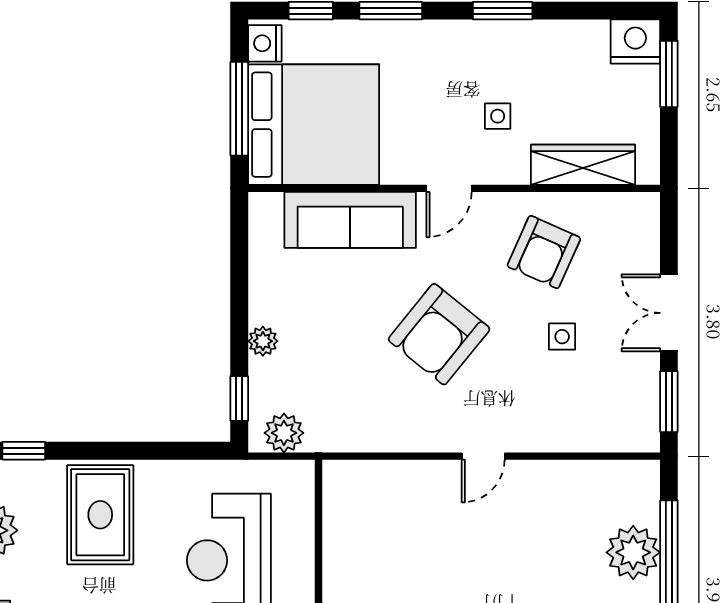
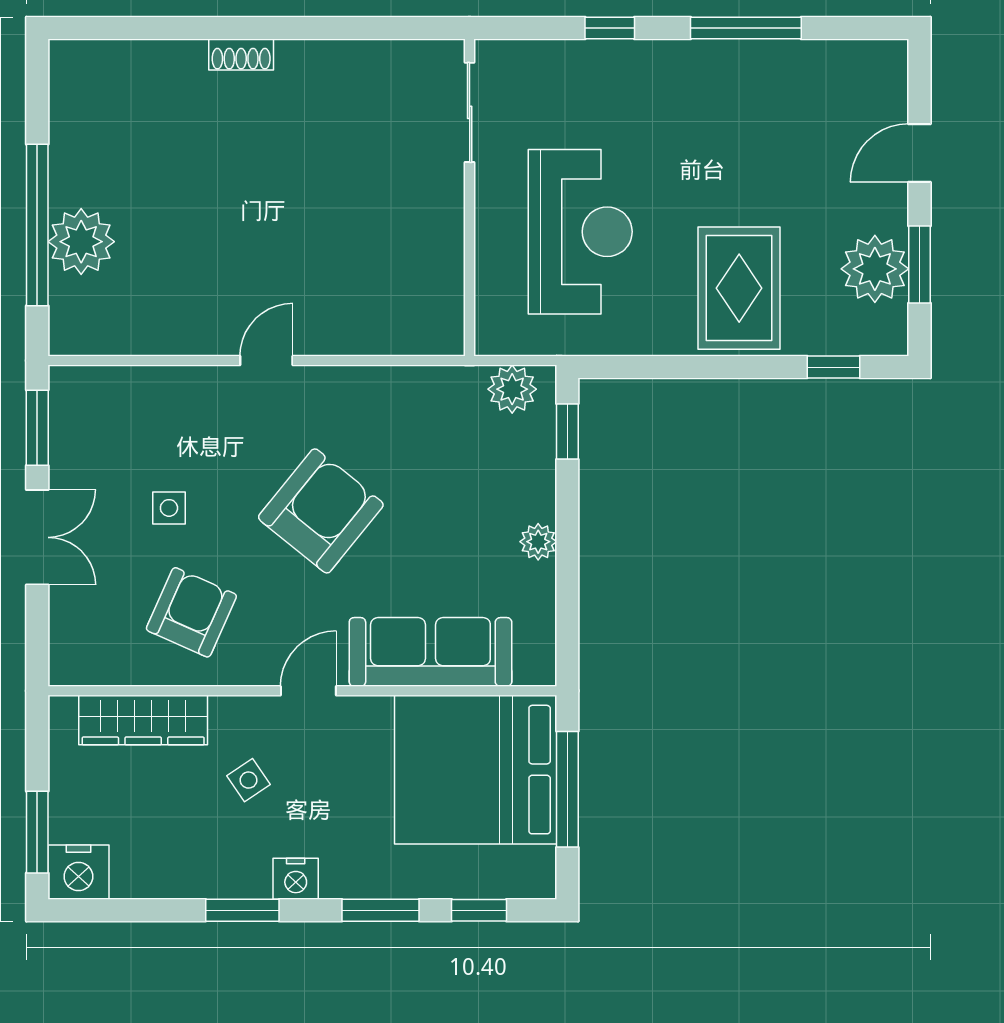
nightstand: (265, 43) -> (296, 879), moved, turned 90
side table: (498, 116) -> (249, 780), turned -34
plant: (263, 341) -> (538, 542), moved

